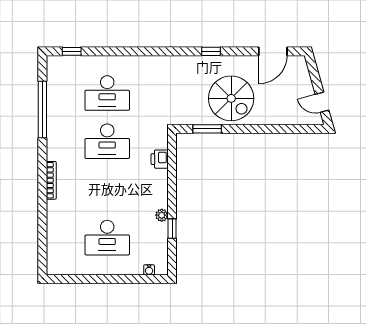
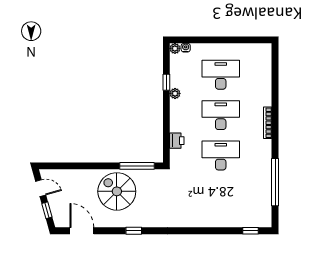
door: (273, 51) -> (82, 231), hinge flipped
window: (315, 76) -> (47, 210), added
desk: (107, 93) -> (221, 115), moved
window: (207, 129) -> (137, 166), width x1.44
plant: (162, 269) -> (175, 48), added

